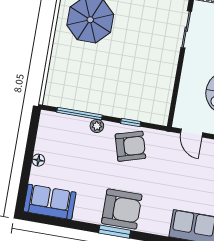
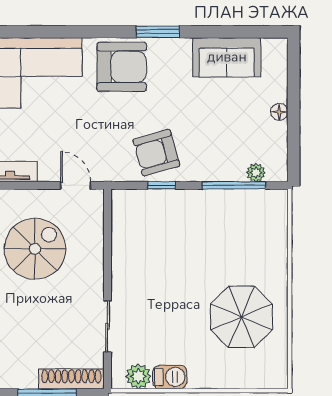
plant: (97, 126) -> (256, 173), moved
sofa: (50, 202) -> (227, 57), moved
armchair: (122, 209) -> (122, 67), moved, turned 180

